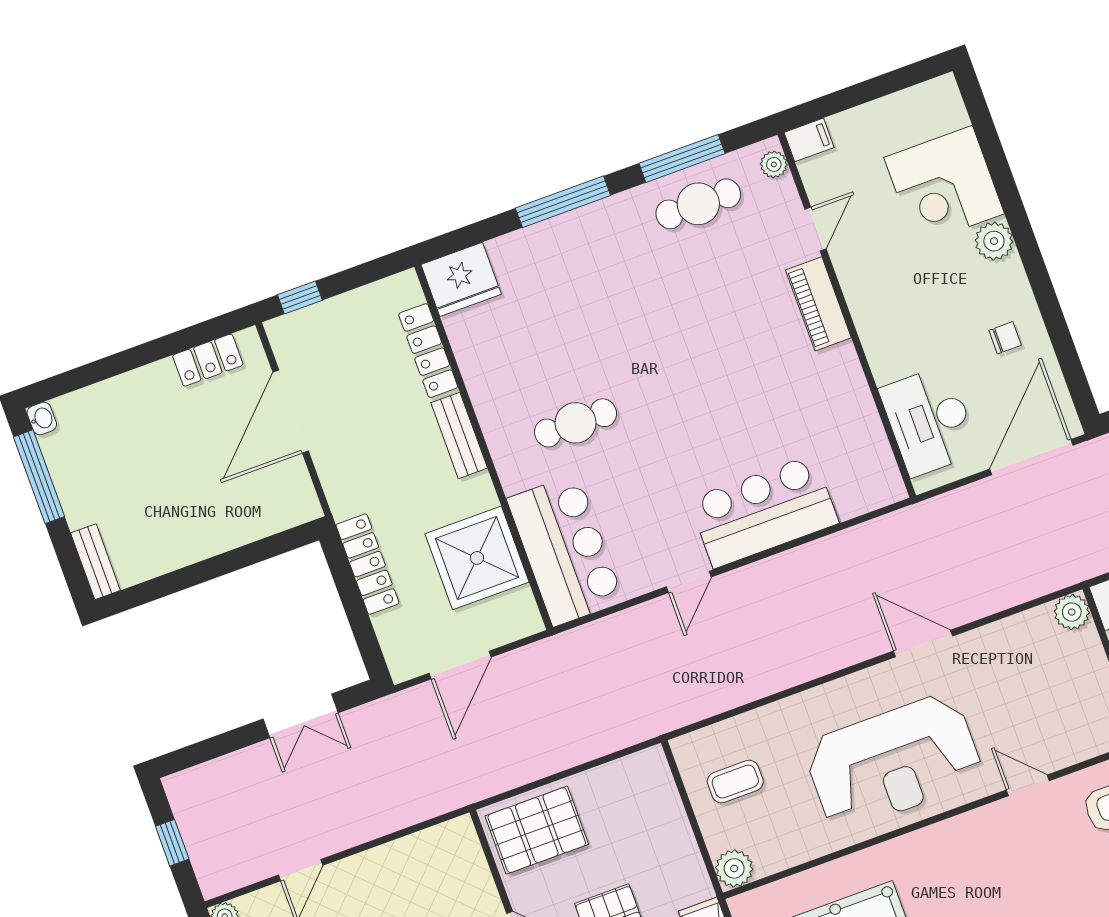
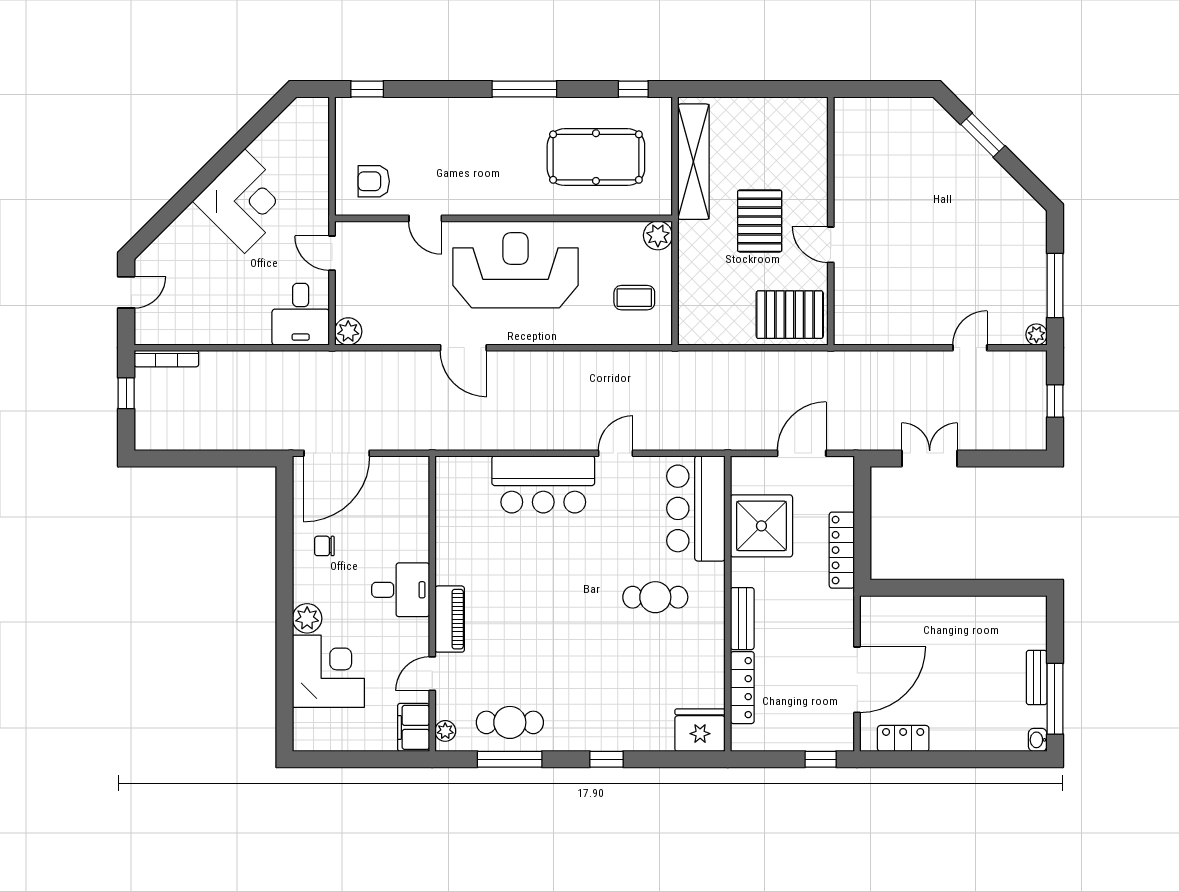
filing cabinet: (809, 140) -> (414, 727), width x2.00
window: (563, 202) -> (607, 759), width x0.46
desk: (929, 421) -> (401, 590), moved, width x0.73
bench: (95, 562) -> (1037, 678), moved

